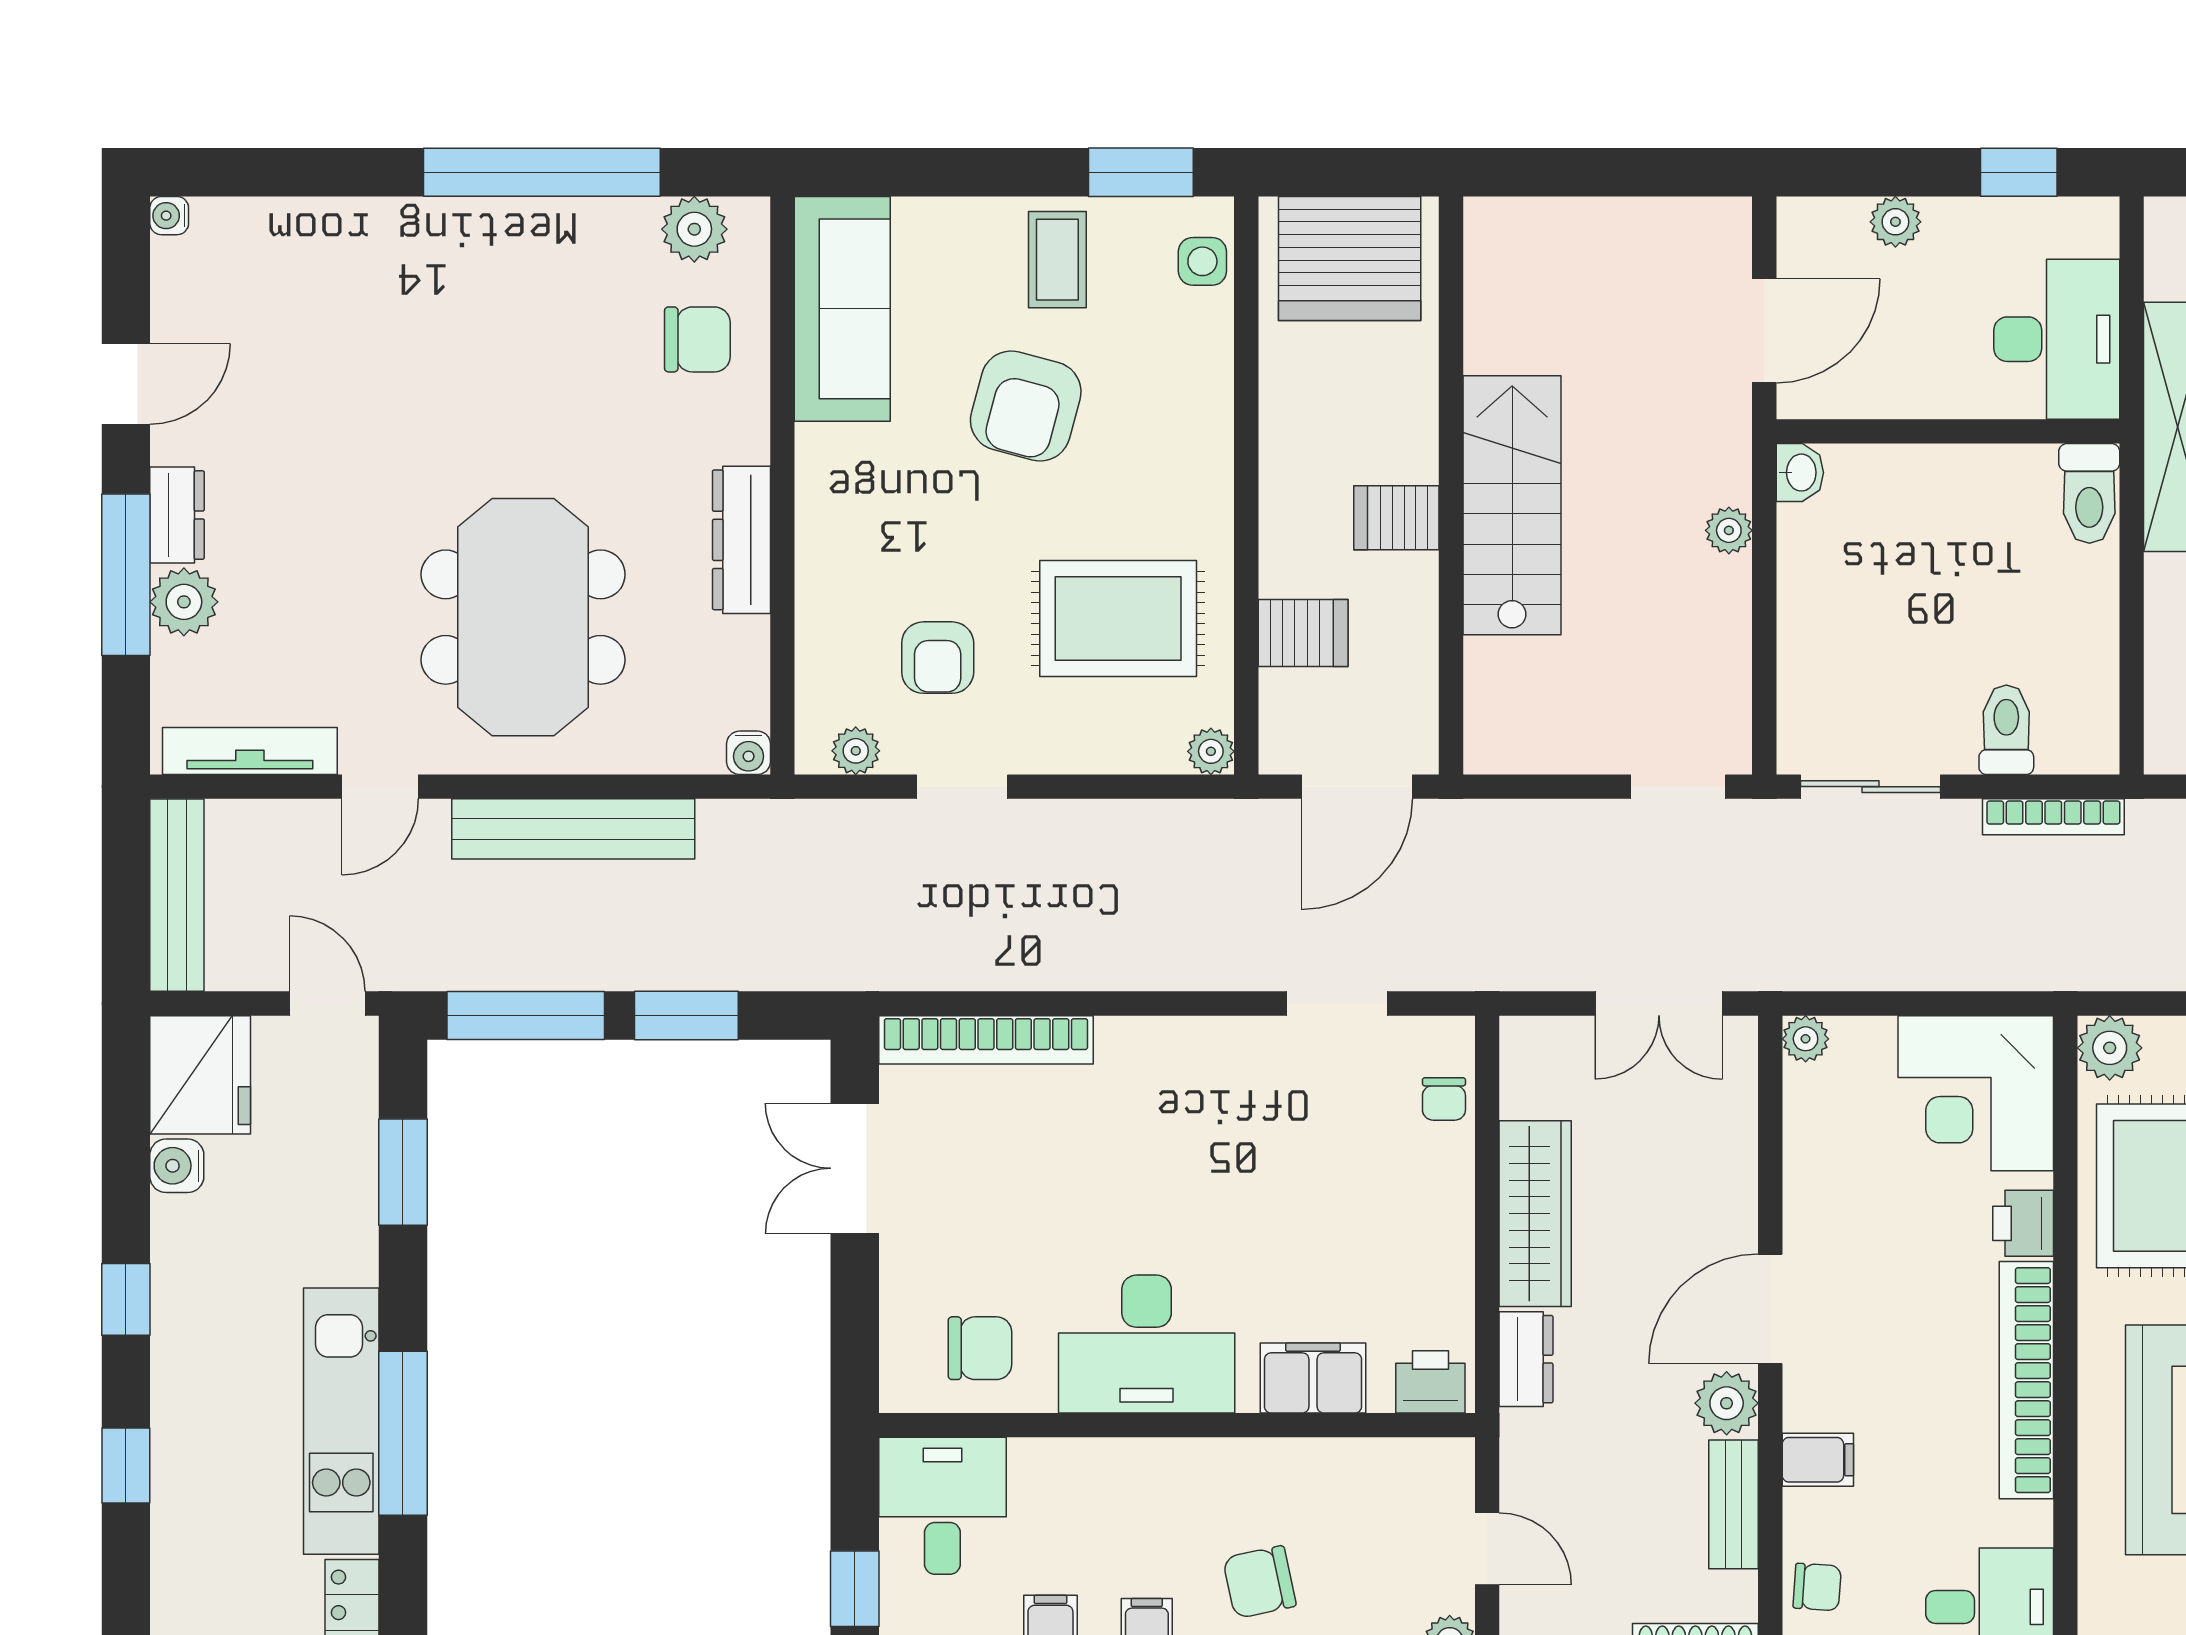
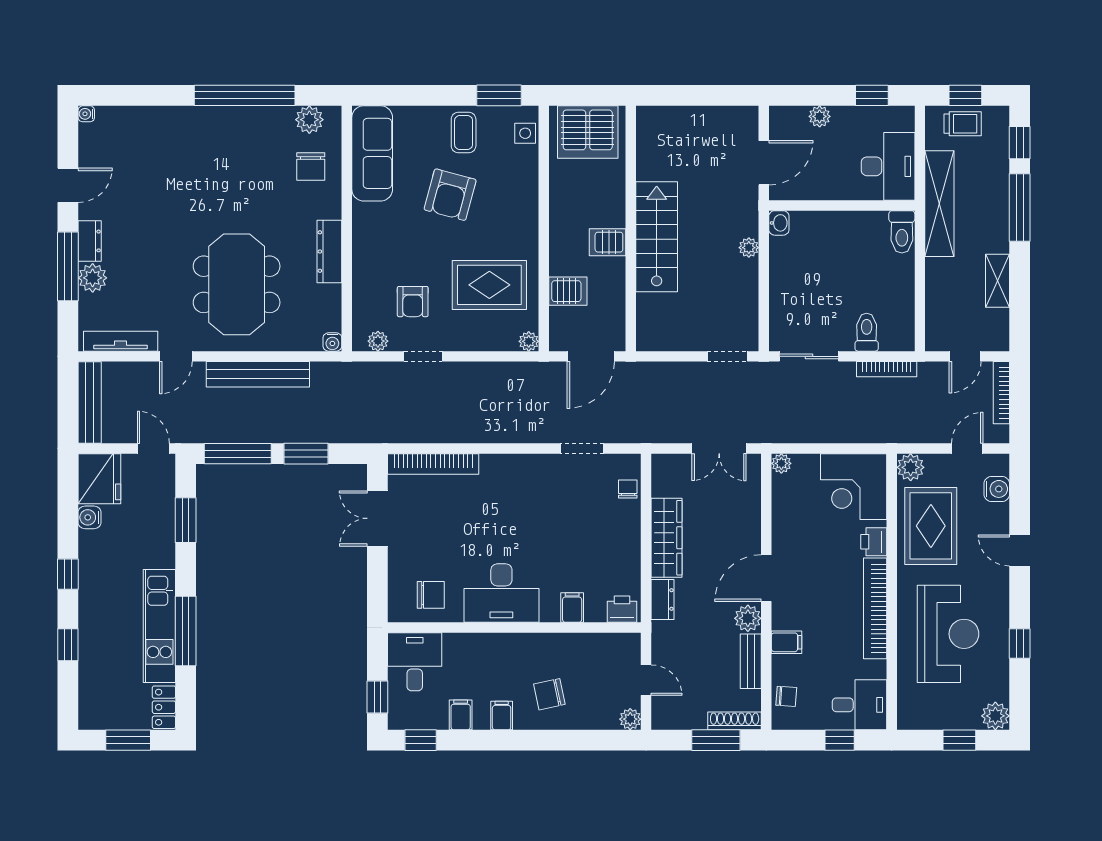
chair: (697, 339) -> (311, 166), turned 90
chair: (1444, 1099) -> (628, 489), turned 180
filing cabinet: (1313, 1378) -> (572, 608), width x0.50

